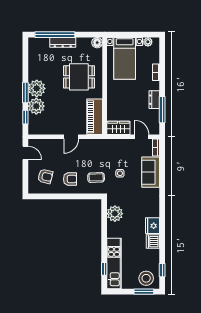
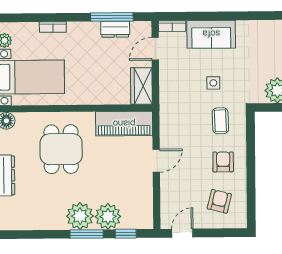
dresser: (154, 100) -> (115, 29), moved
door: (71, 137) -> (156, 161), hinge flipped

